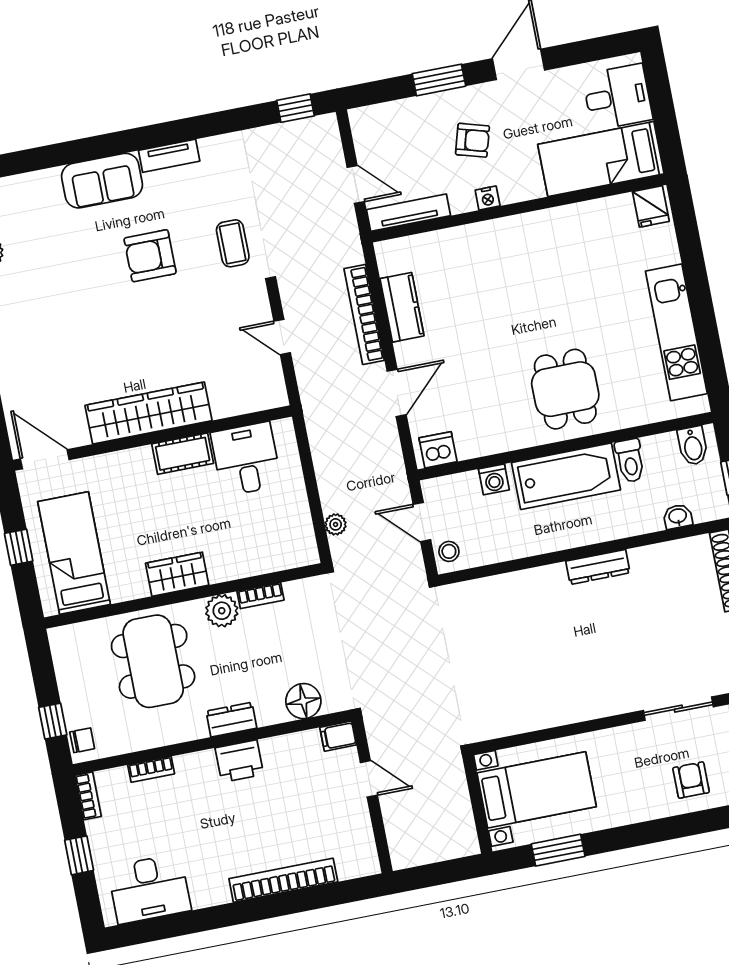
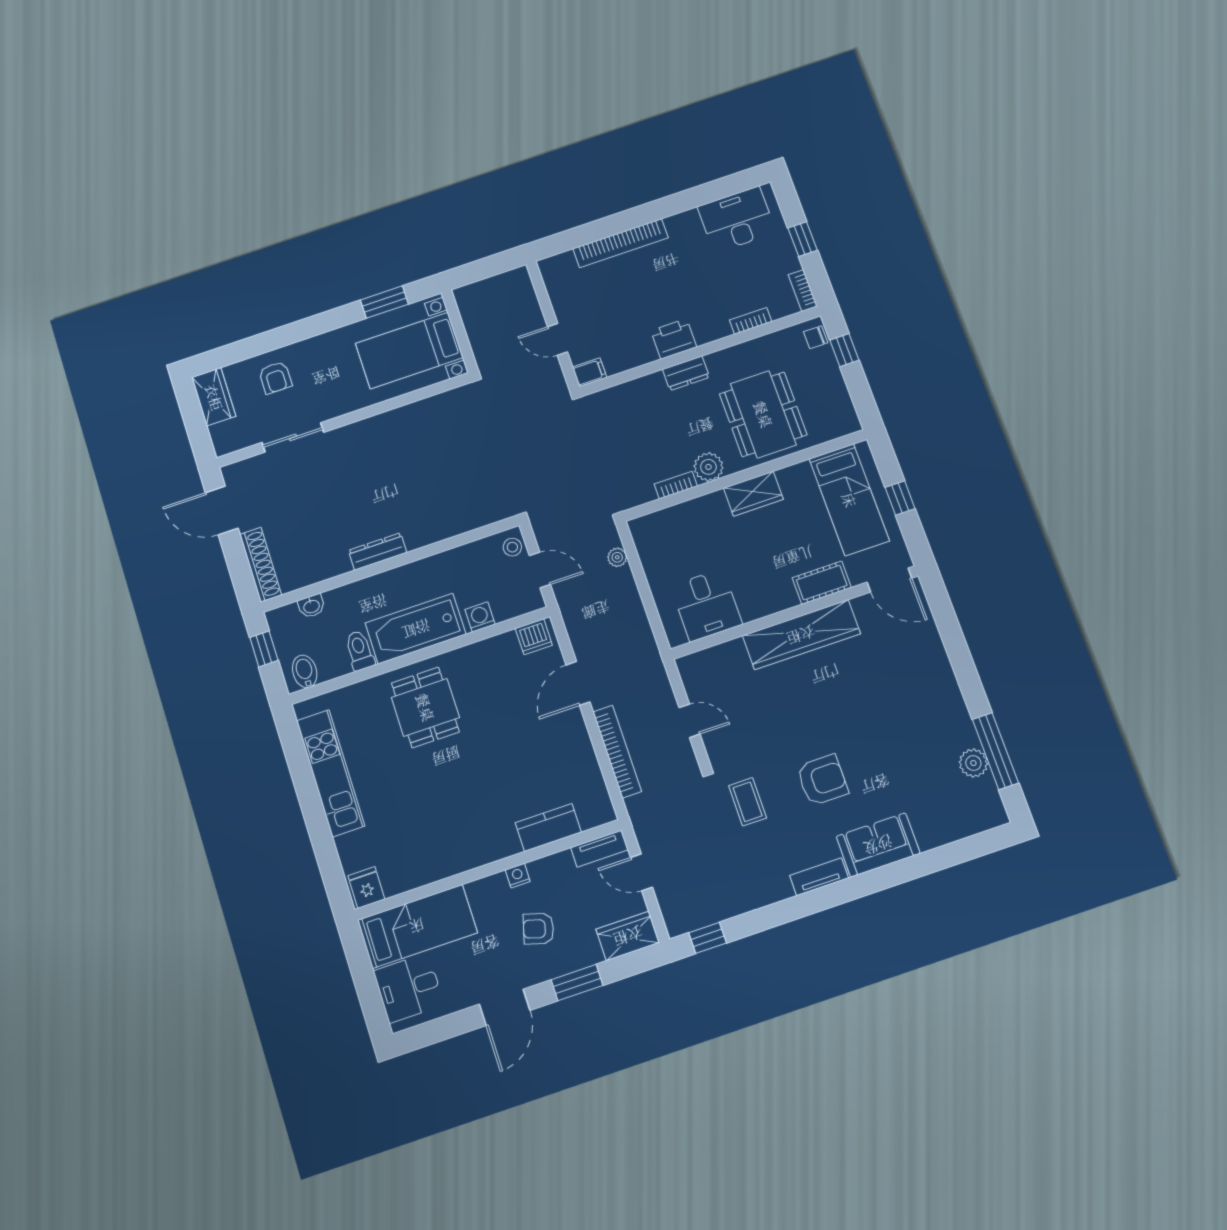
wardrobe: (379, 121) -> (628, 936), added
tv unit: (409, 213) -> (599, 849), width x0.71
kitchen counter: (402, 307) -> (548, 828), moved, turned 90
cot: (183, 454) -> (822, 583), moved
floor lamp: (303, 701) -> (624, 398), removed

